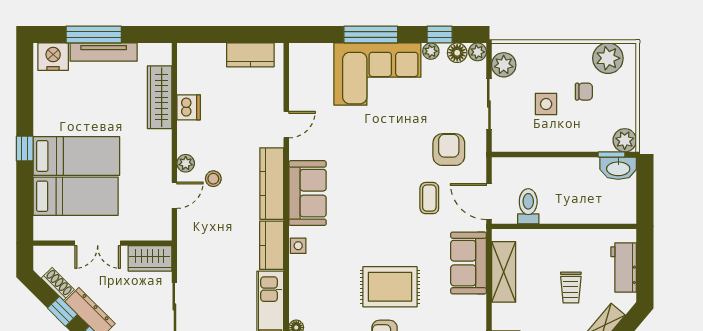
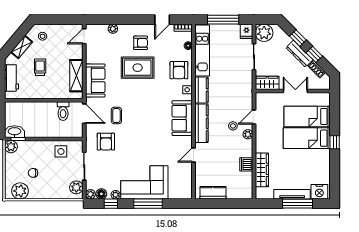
side table: (546, 104) -> (61, 151), moved
armchair: (313, 282) -> (179, 70), added

